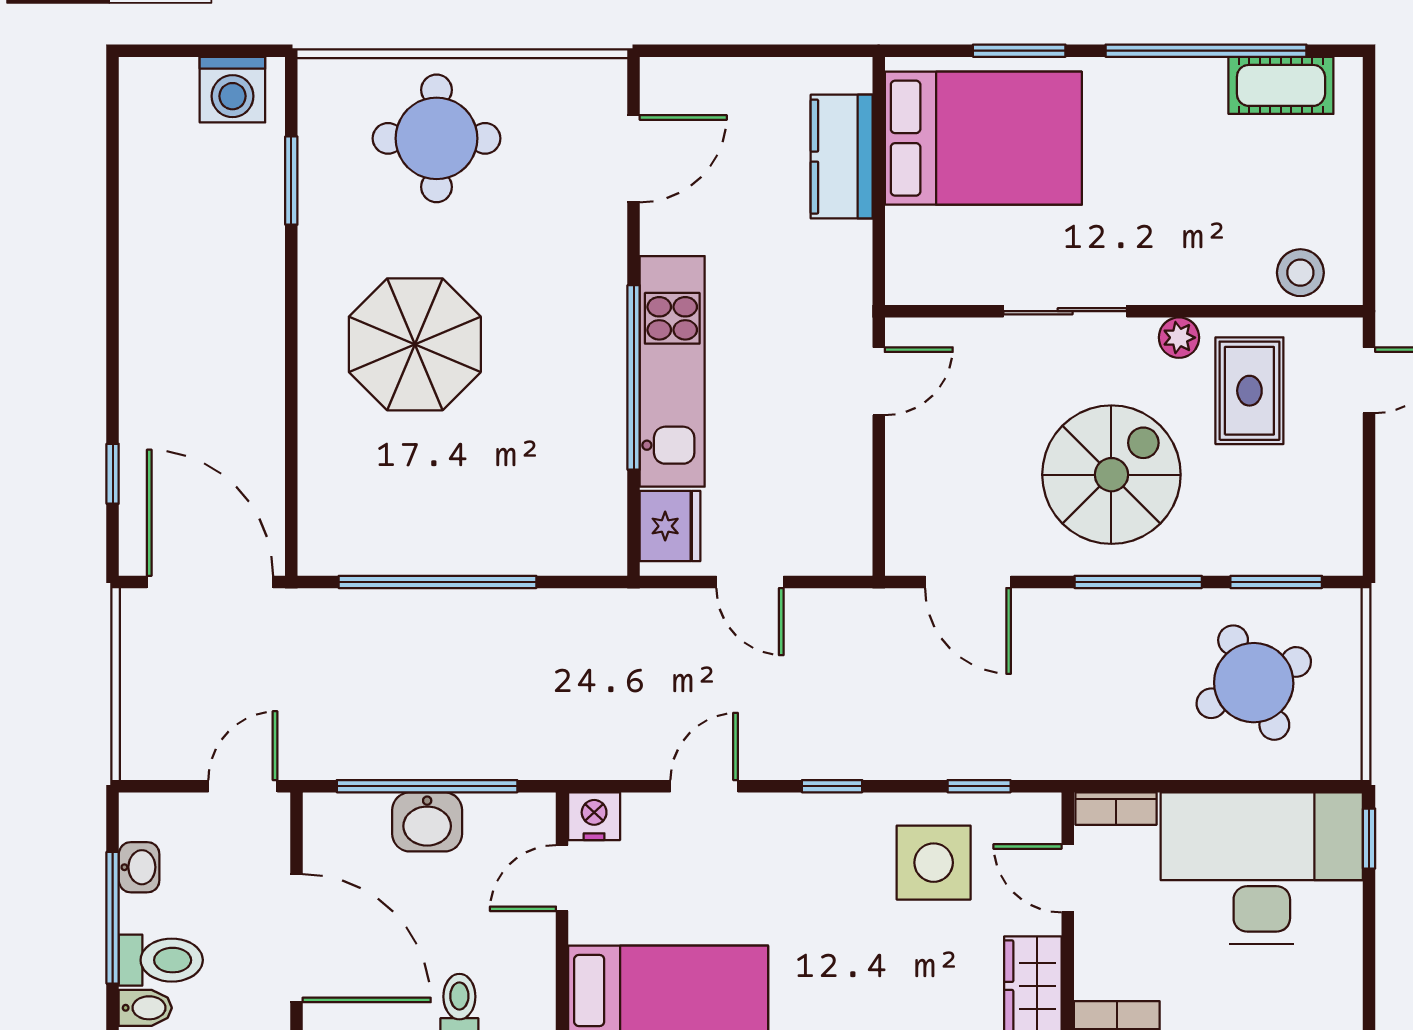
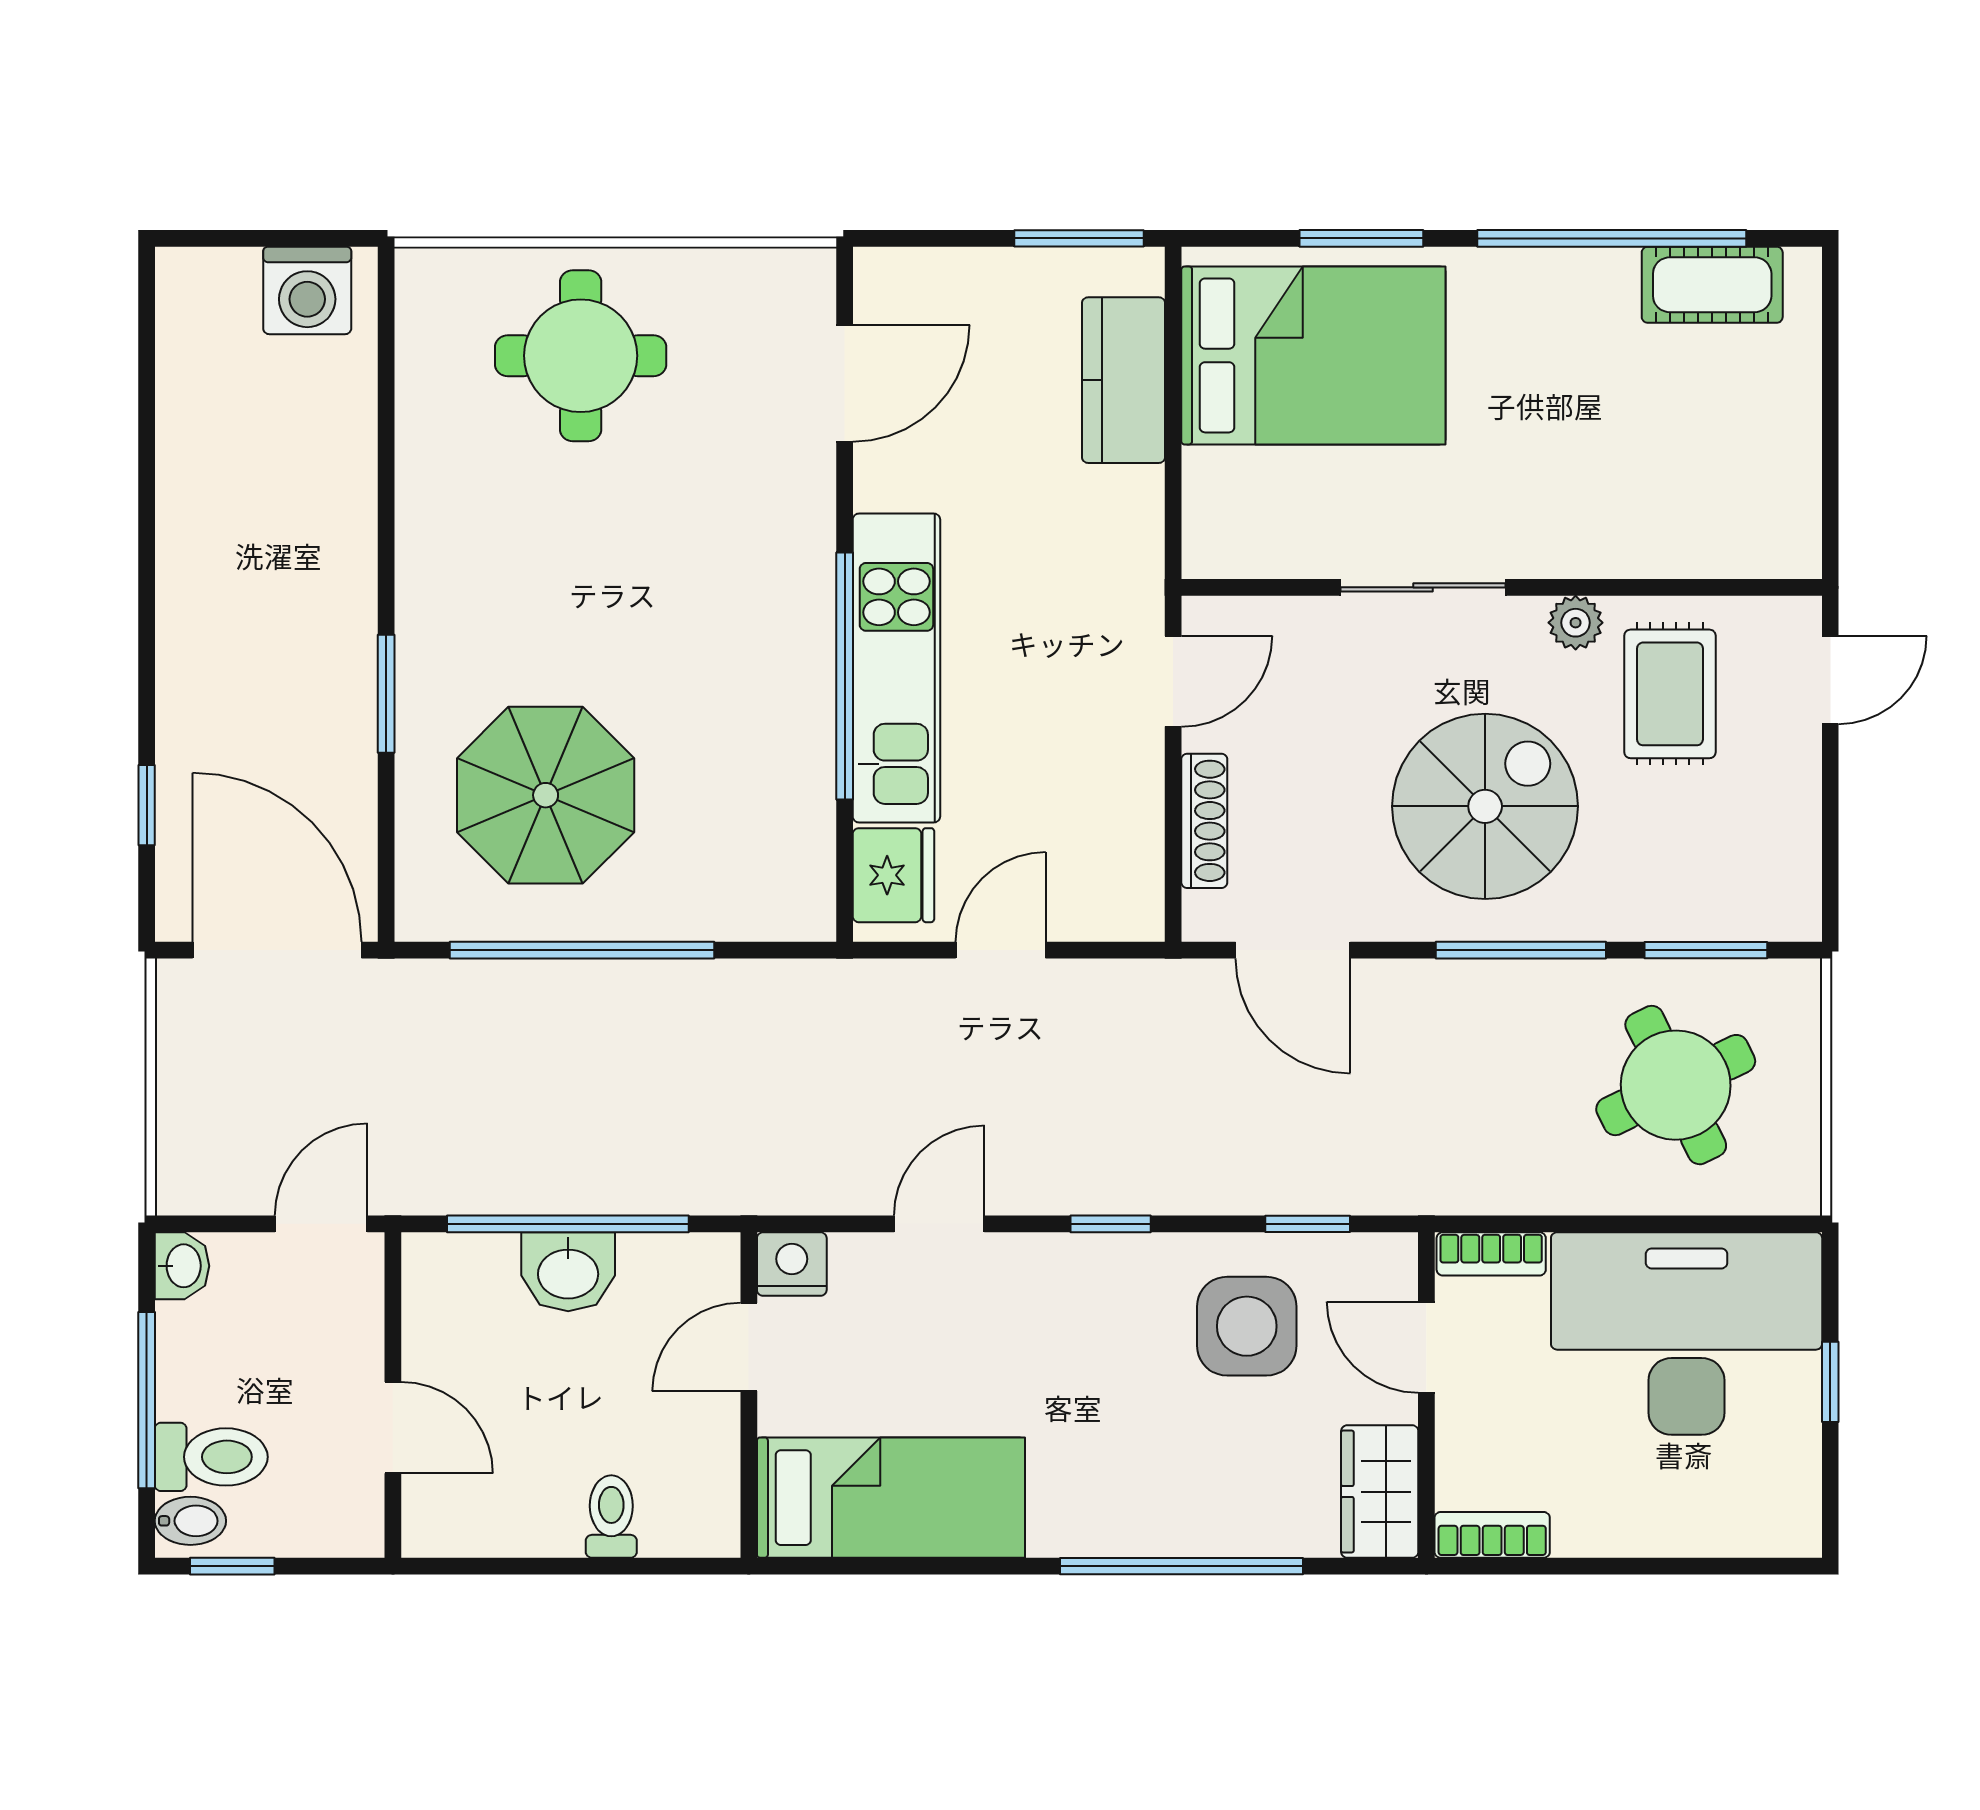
window: (808, 51) -> (1079, 238), added
window: (291, 181) -> (386, 694), moved
stool: (1300, 273) -> (1738, 536), removed
parasol: (415, 344) -> (546, 795), moved
shoe rack: (902, 485) -> (1204, 821), added
door: (750, 582) -> (1001, 950), swing flipped
window: (1369, 839) -> (1830, 1382), moved
washbasin: (139, 867) -> (182, 1266), moved
door: (296, 938) -> (393, 1428), width x0.53

